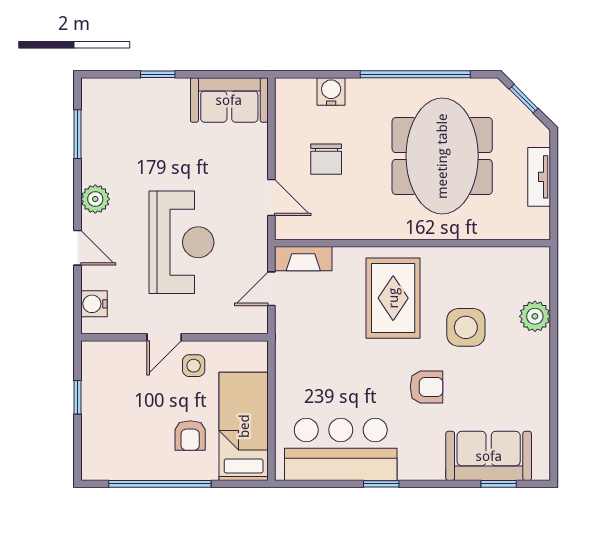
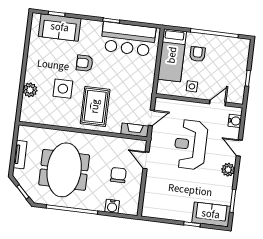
sofa: (229, 100) -> (211, 214), moved
door: (164, 337) -> (218, 103), moved

